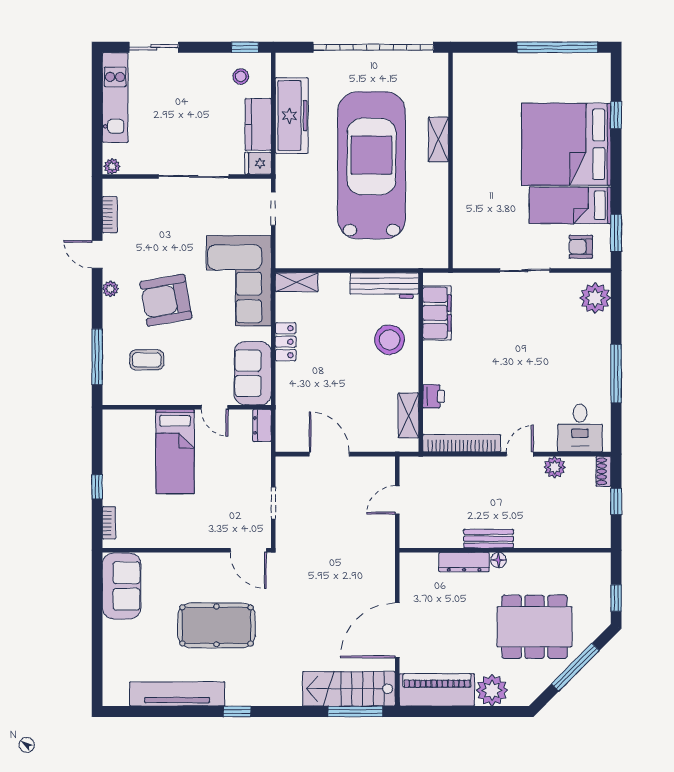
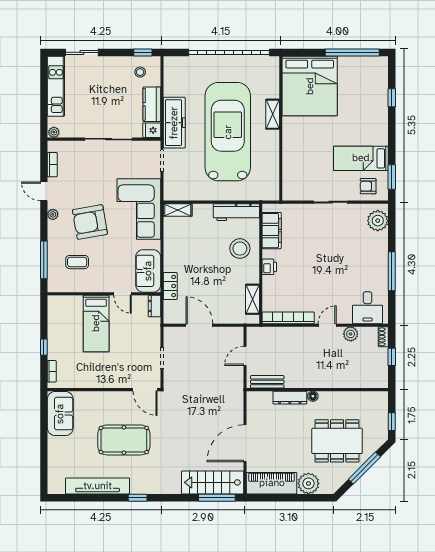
freezer: (292, 116) -> (174, 123), moved
bed: (566, 144) -> (310, 86), moved, turned -90
locker: (286, 342) -> (170, 286), moved
printer: (434, 396) -> (269, 267), moved
bench: (489, 539) -> (267, 382), moved

